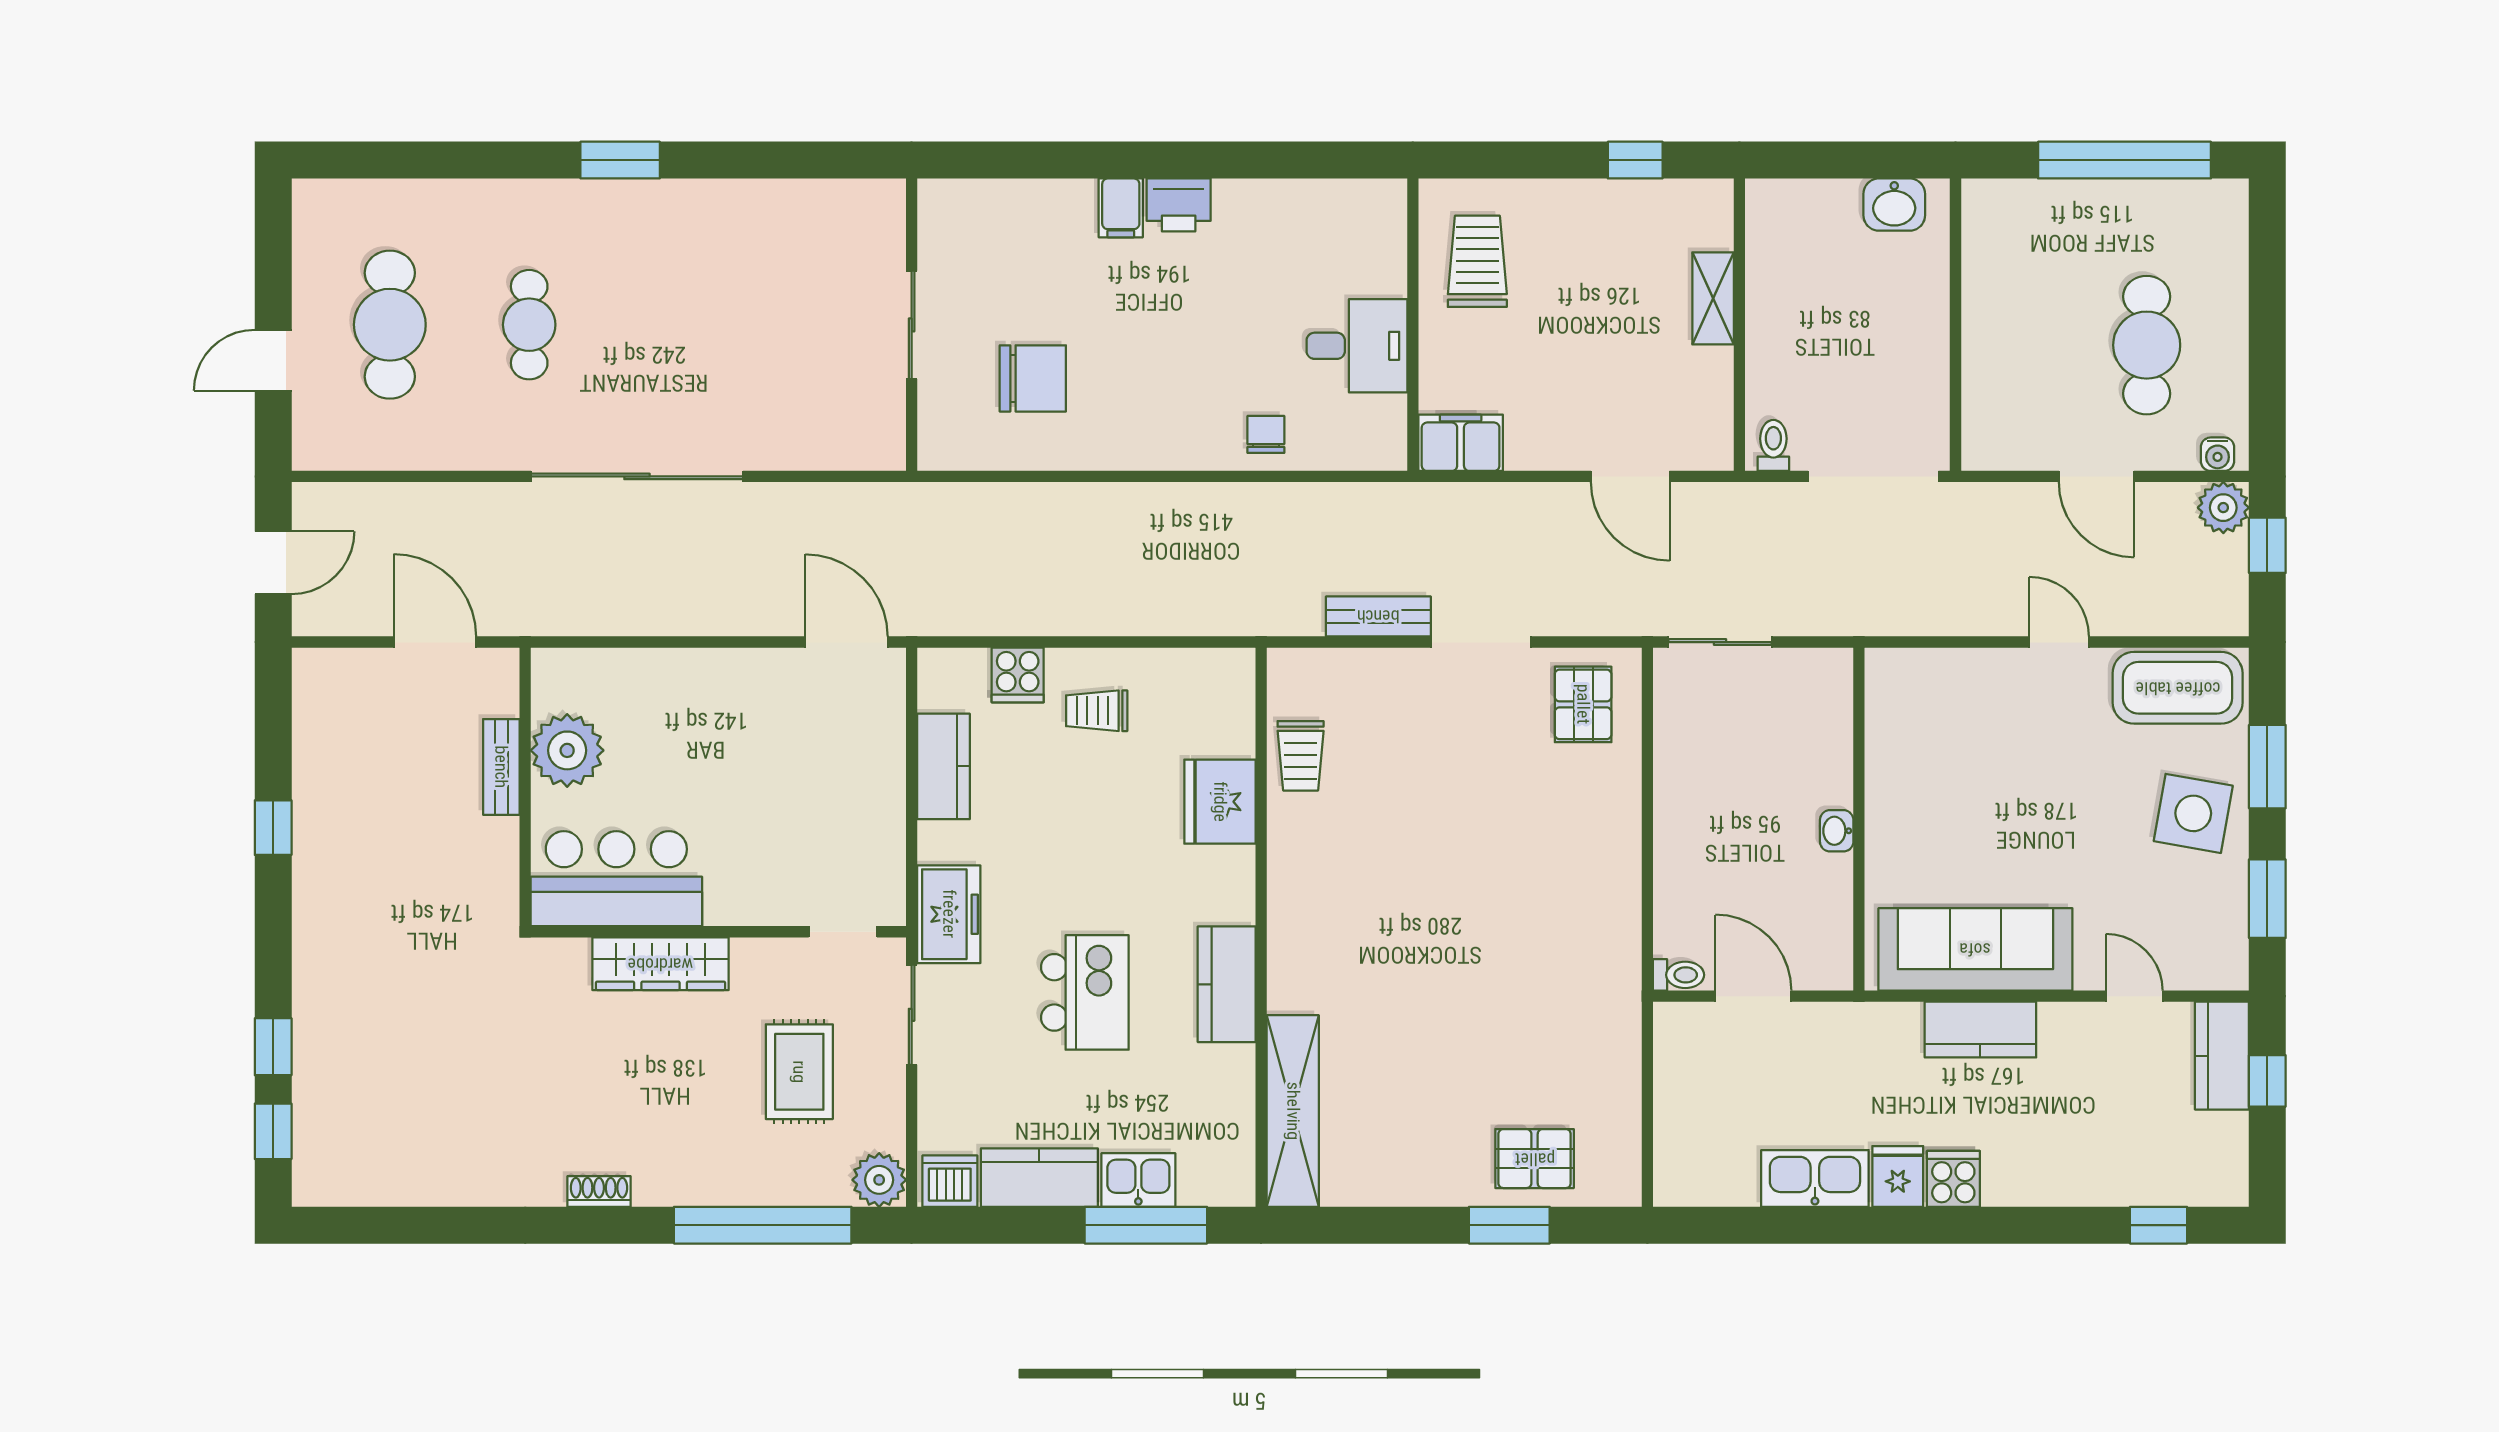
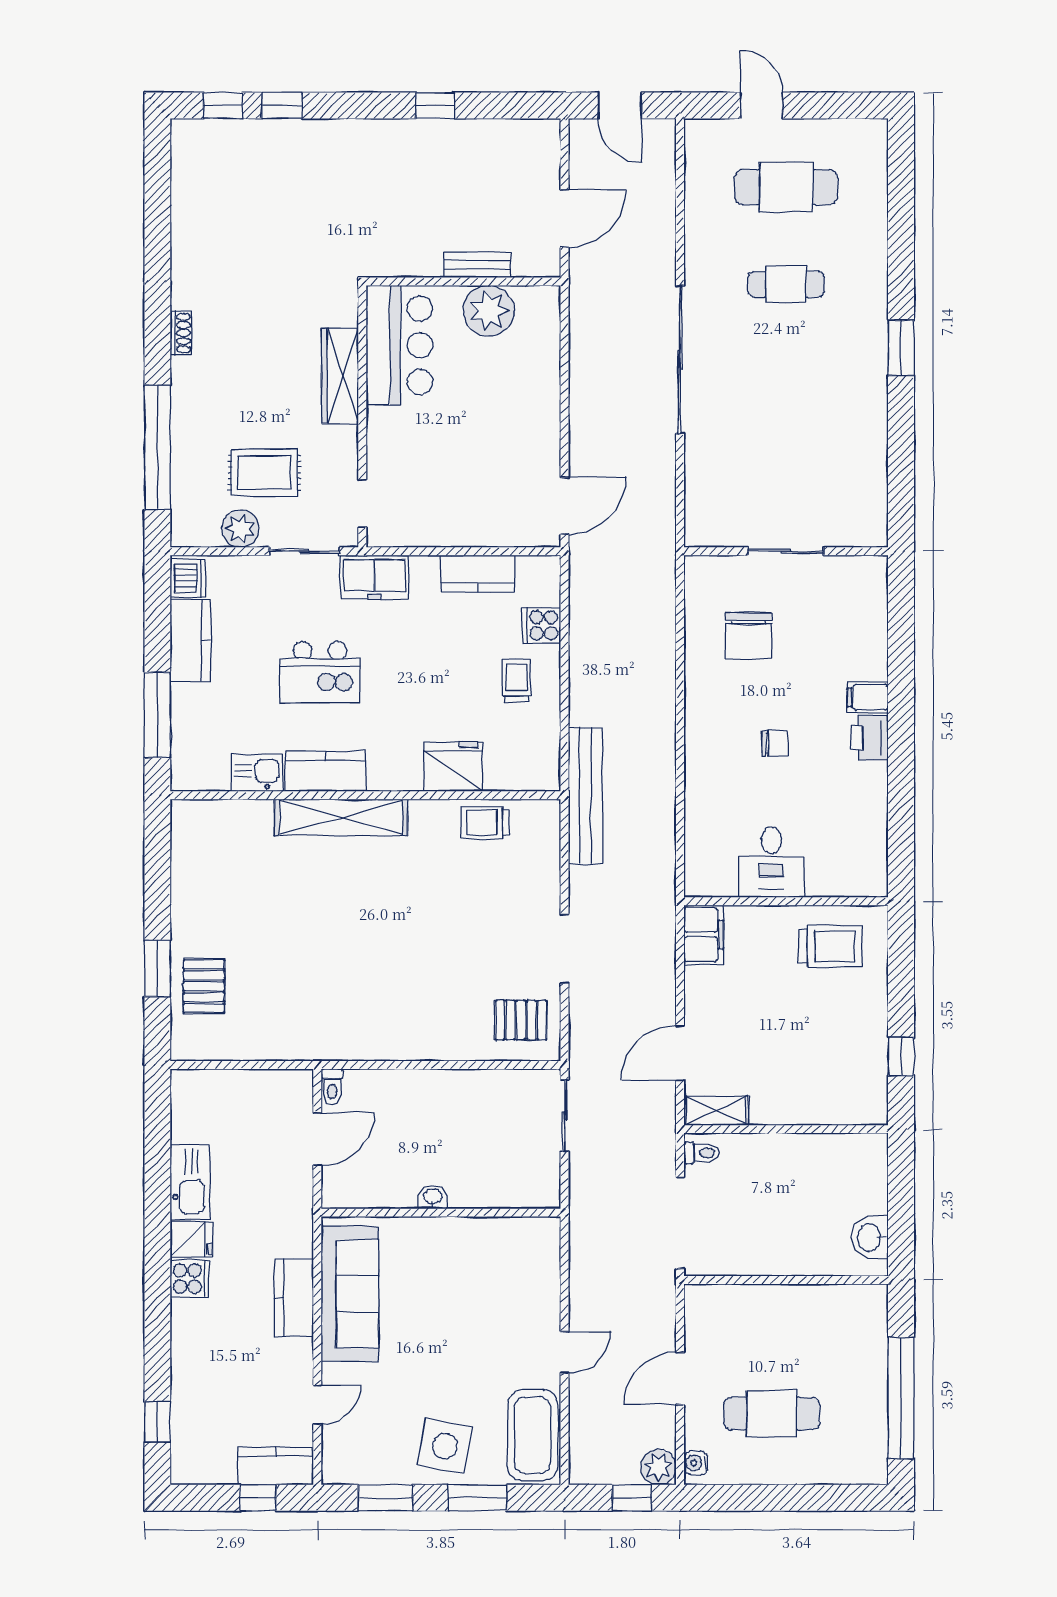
shelving: (1713, 298) -> (716, 1111), moved
chair: (1266, 434) -> (775, 743), moved
bench: (1378, 616) -> (585, 796), moved, width x1.86, depth x1.21
shelving: (1293, 1111) -> (341, 817), moved
plant: (879, 1180) -> (240, 529), moved
kitchen sink: (1138, 1180) -> (257, 773), moved, turned -90

